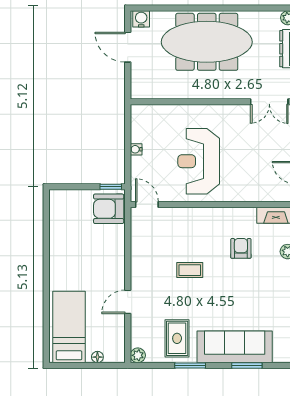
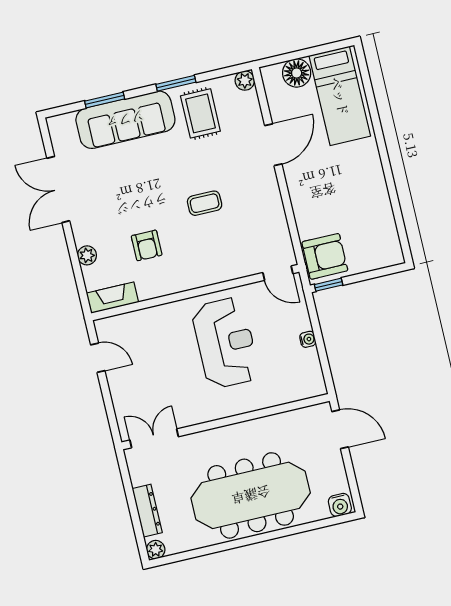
door: (128, 47) -> (340, 429), moved
door: (128, 302) -> (273, 145), width x1.38
floor lamp: (97, 357) -> (297, 73), width x1.89, depth x1.89

